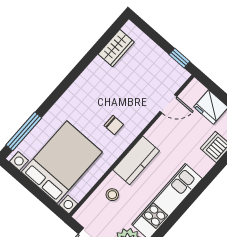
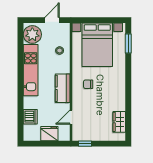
window: (24, 131) -> (128, 43), width x0.69
kitchen counter: (136, 160) -> (63, 88), moved

